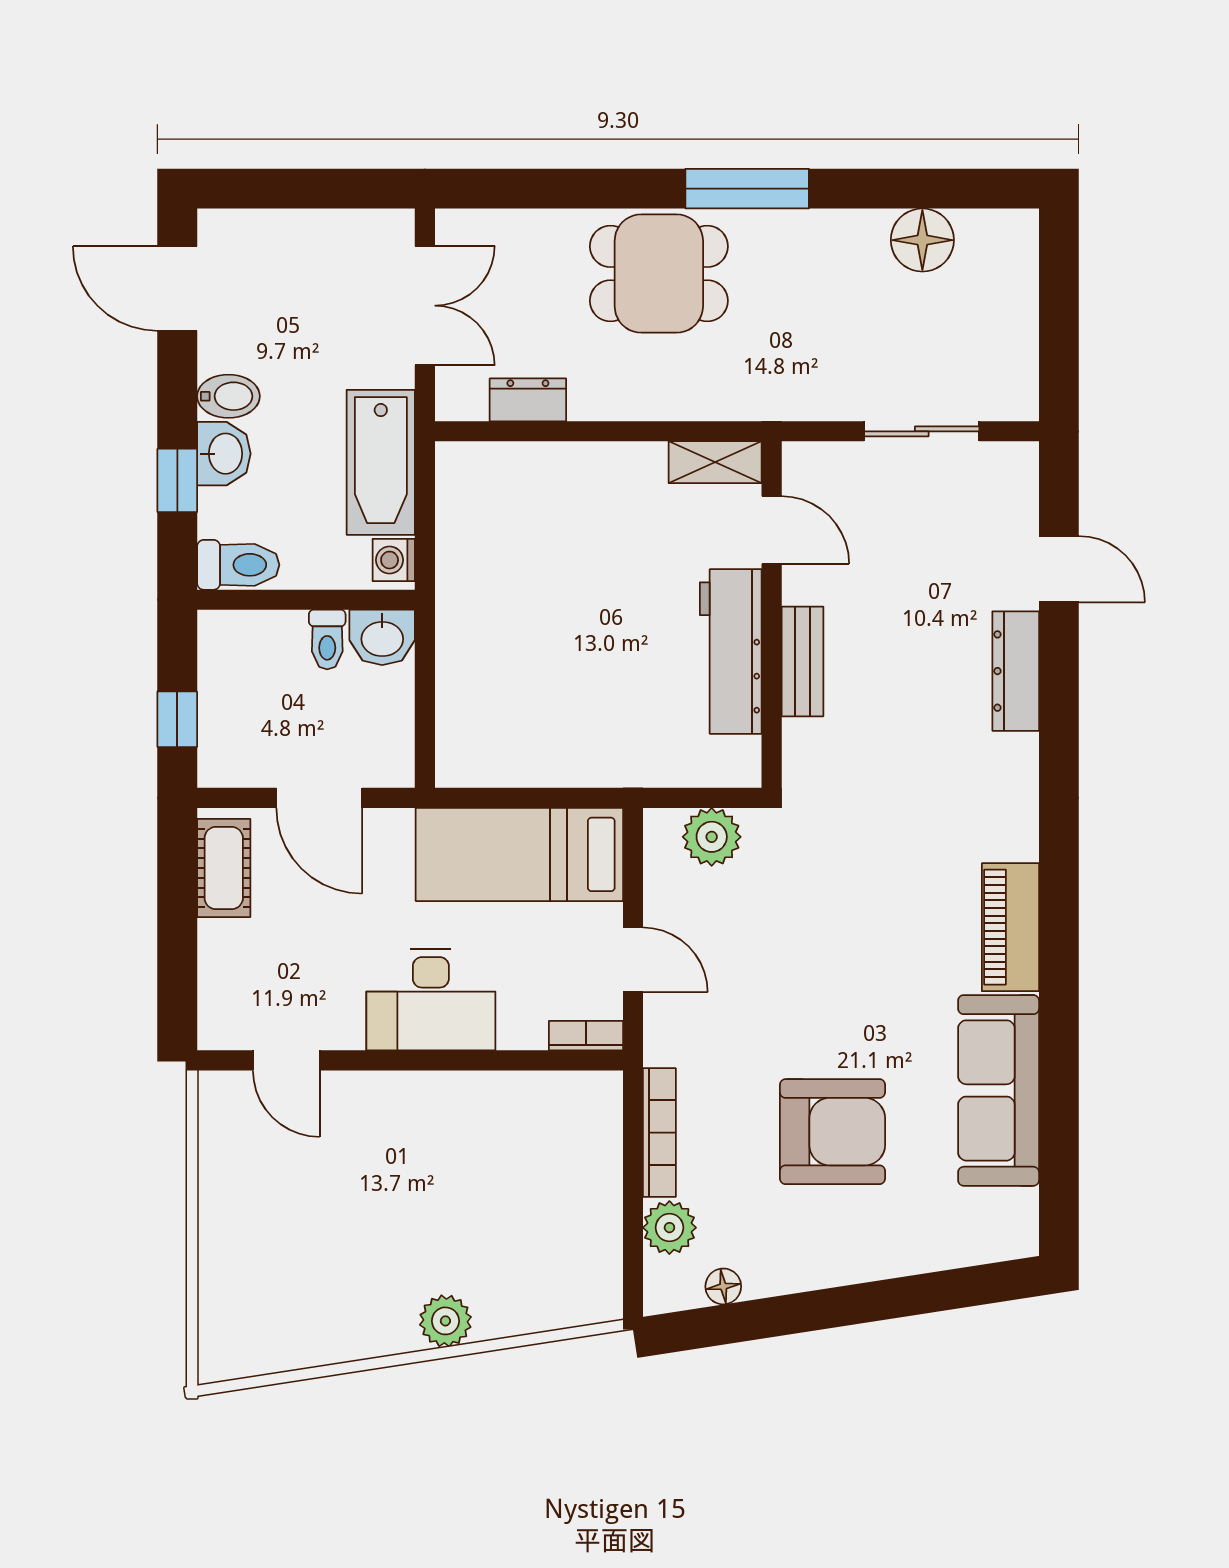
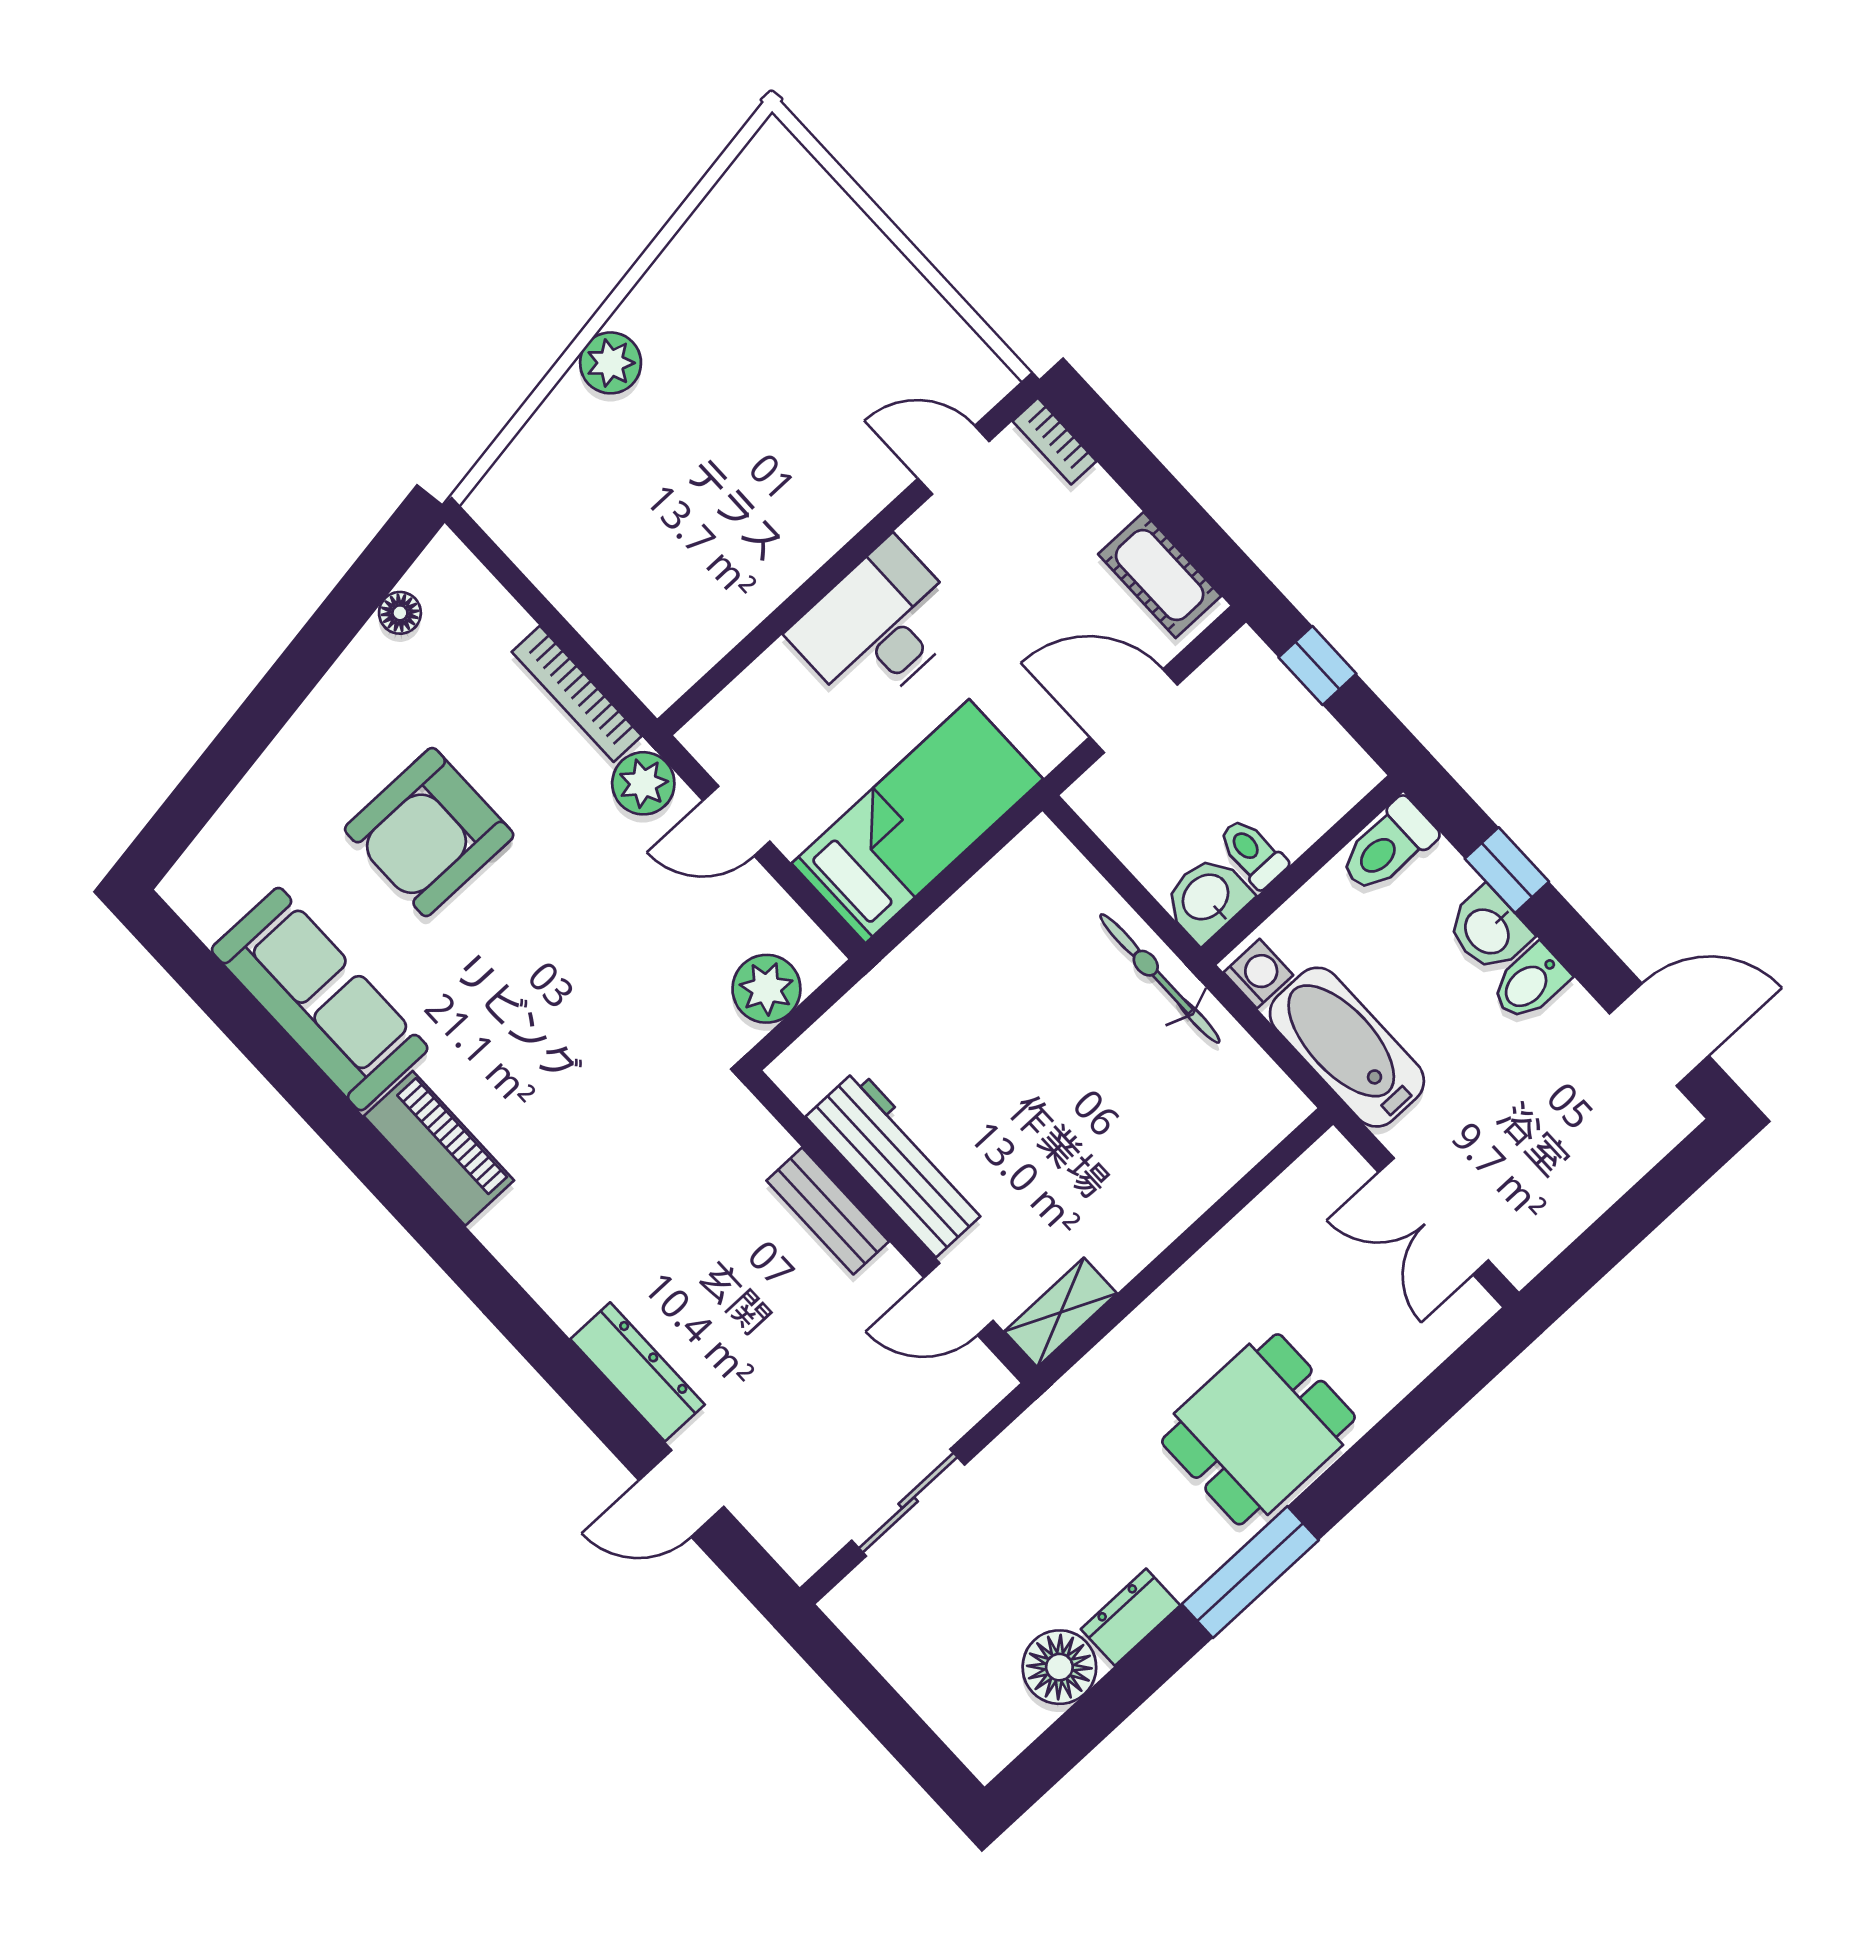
dresser: (528, 400) -> (1131, 1617), moved, turned 180
bicycle: (458, 614) -> (1160, 978), added
bookcase: (586, 1036) -> (1054, 441), moved, turned 90
plant: (669, 1228) -> (643, 783), moved

